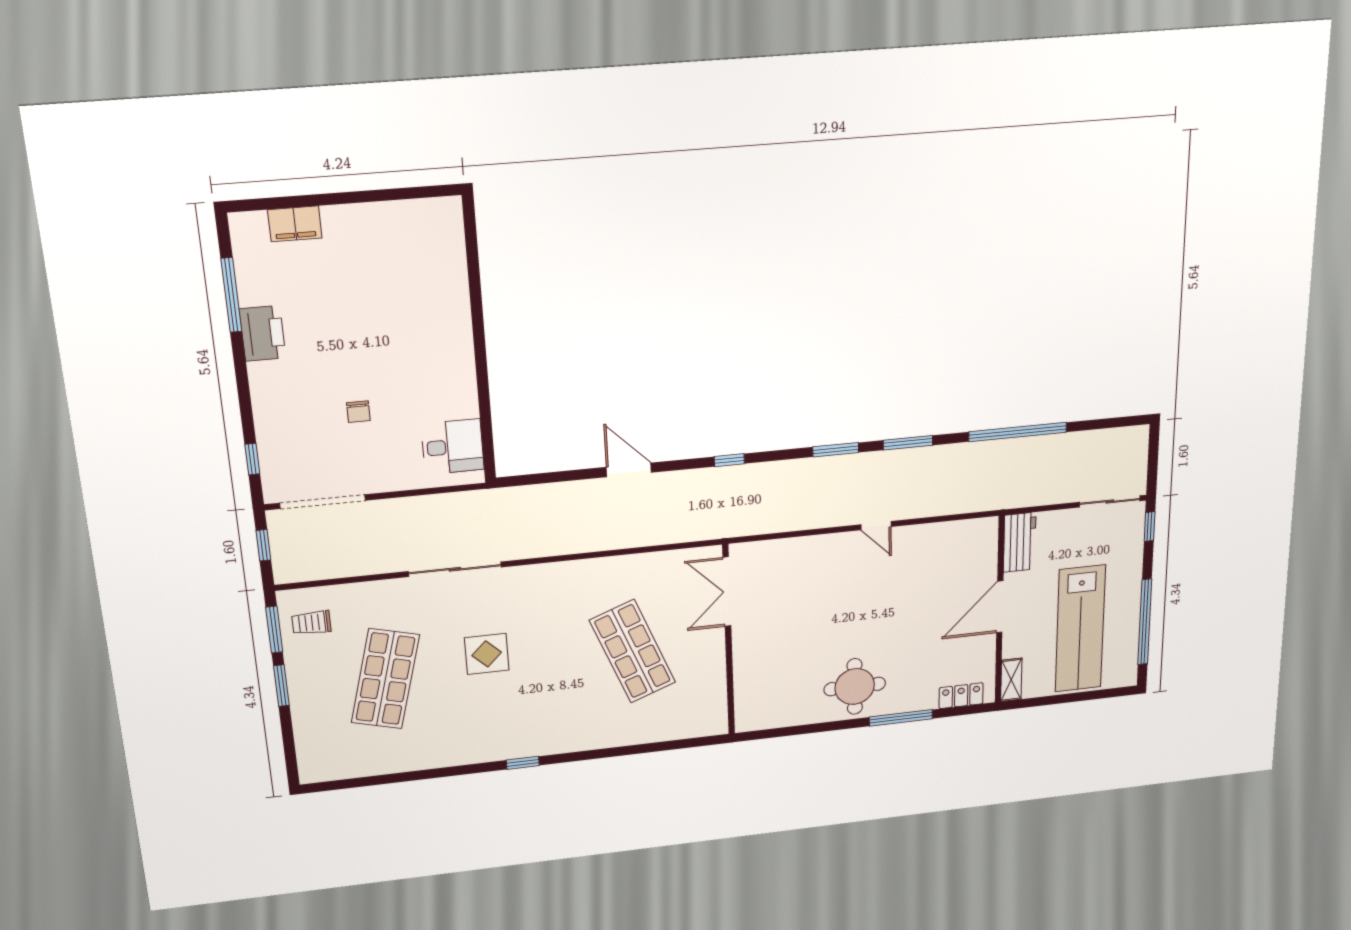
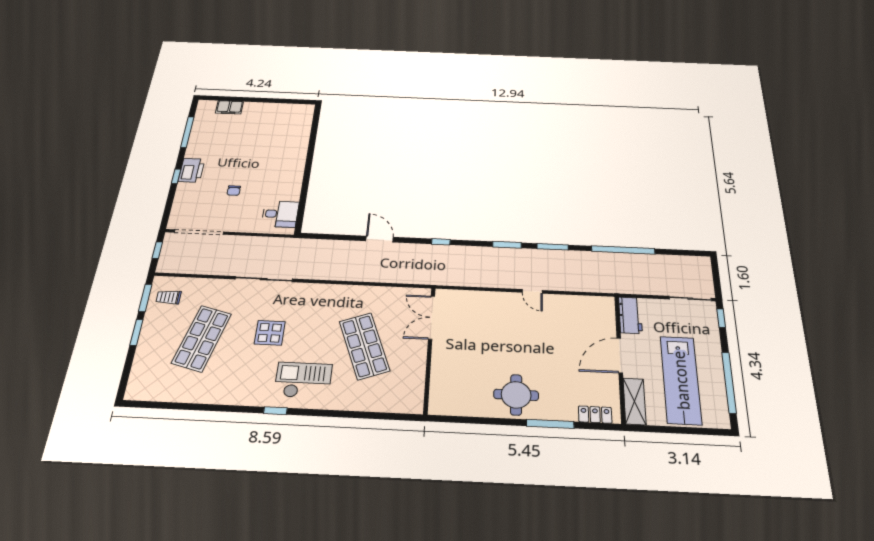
printer: (263, 333) -> (191, 170), moved
window: (252, 459) -> (176, 176), moved
shelving: (1011, 680) -> (634, 401), width x1.50, depth x1.33
checkout: (553, 715) -> (303, 380), added

